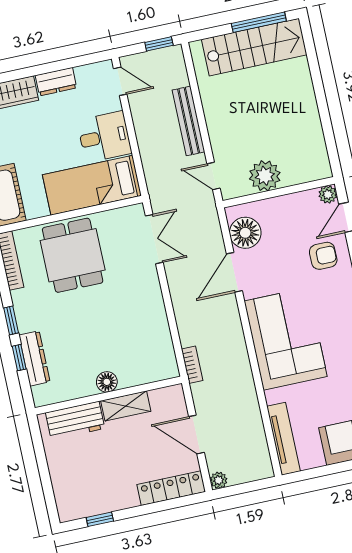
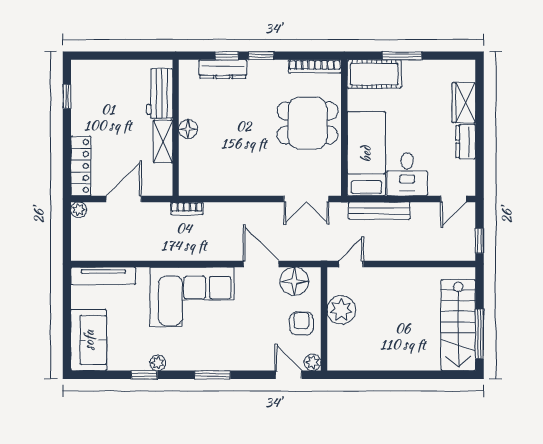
bench: (189, 121) -> (379, 211), moved
armchair: (323, 256) -> (301, 324), moved, turned 180

